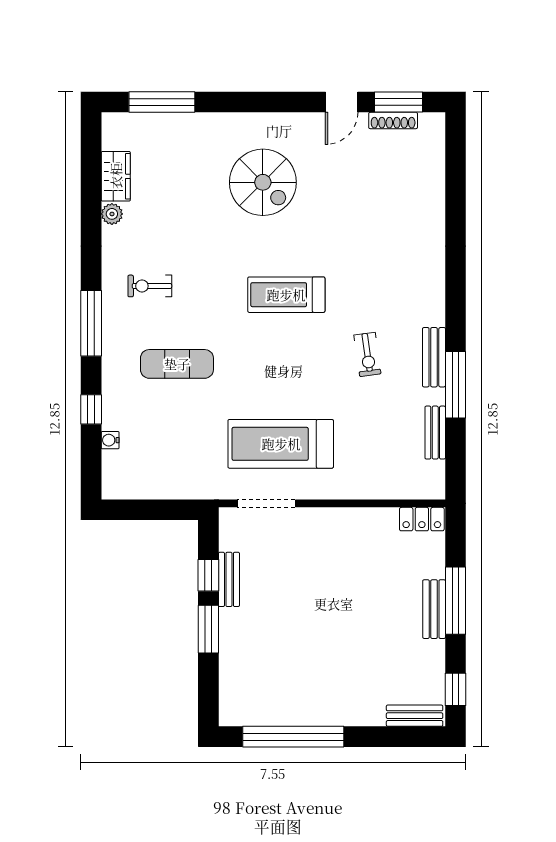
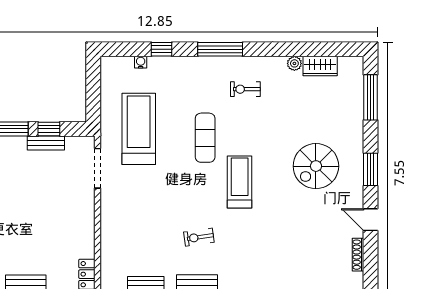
window: (398, 102) -> (371, 169), moved
exercise bike: (150, 286) -> (245, 89), turned -90
exercise mat: (177, 364) -> (205, 138), moved
treadmill: (281, 444) -> (139, 129), moved

